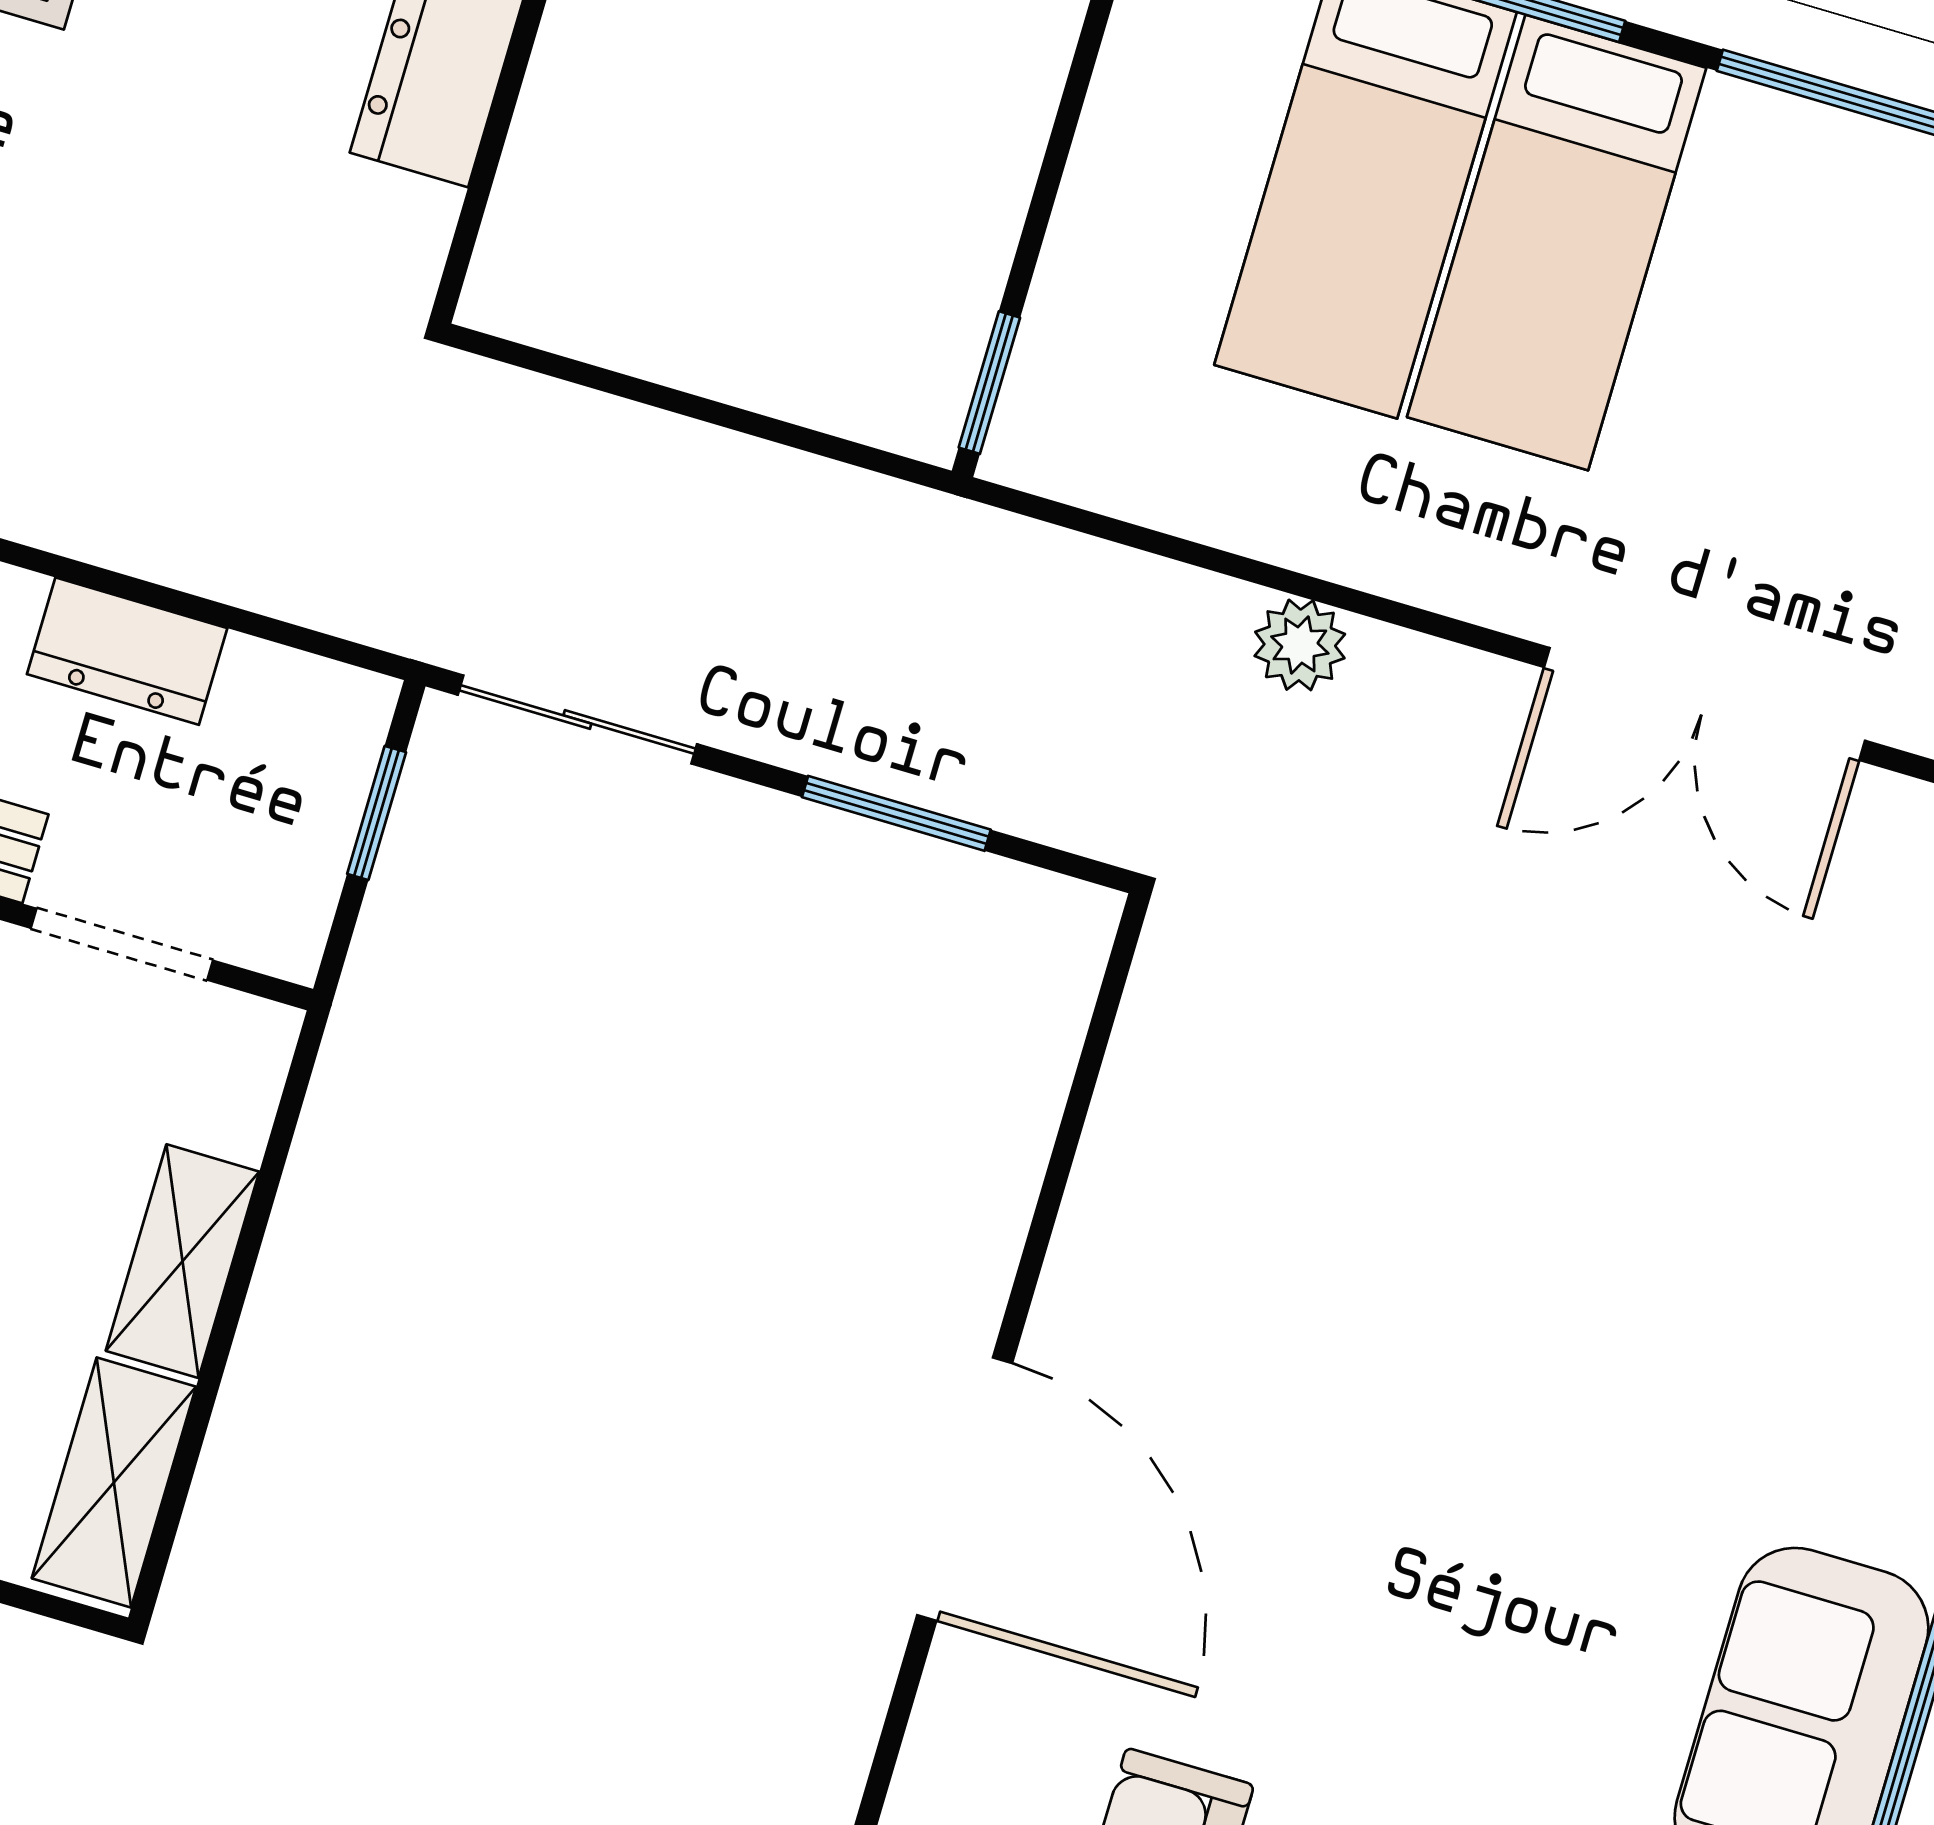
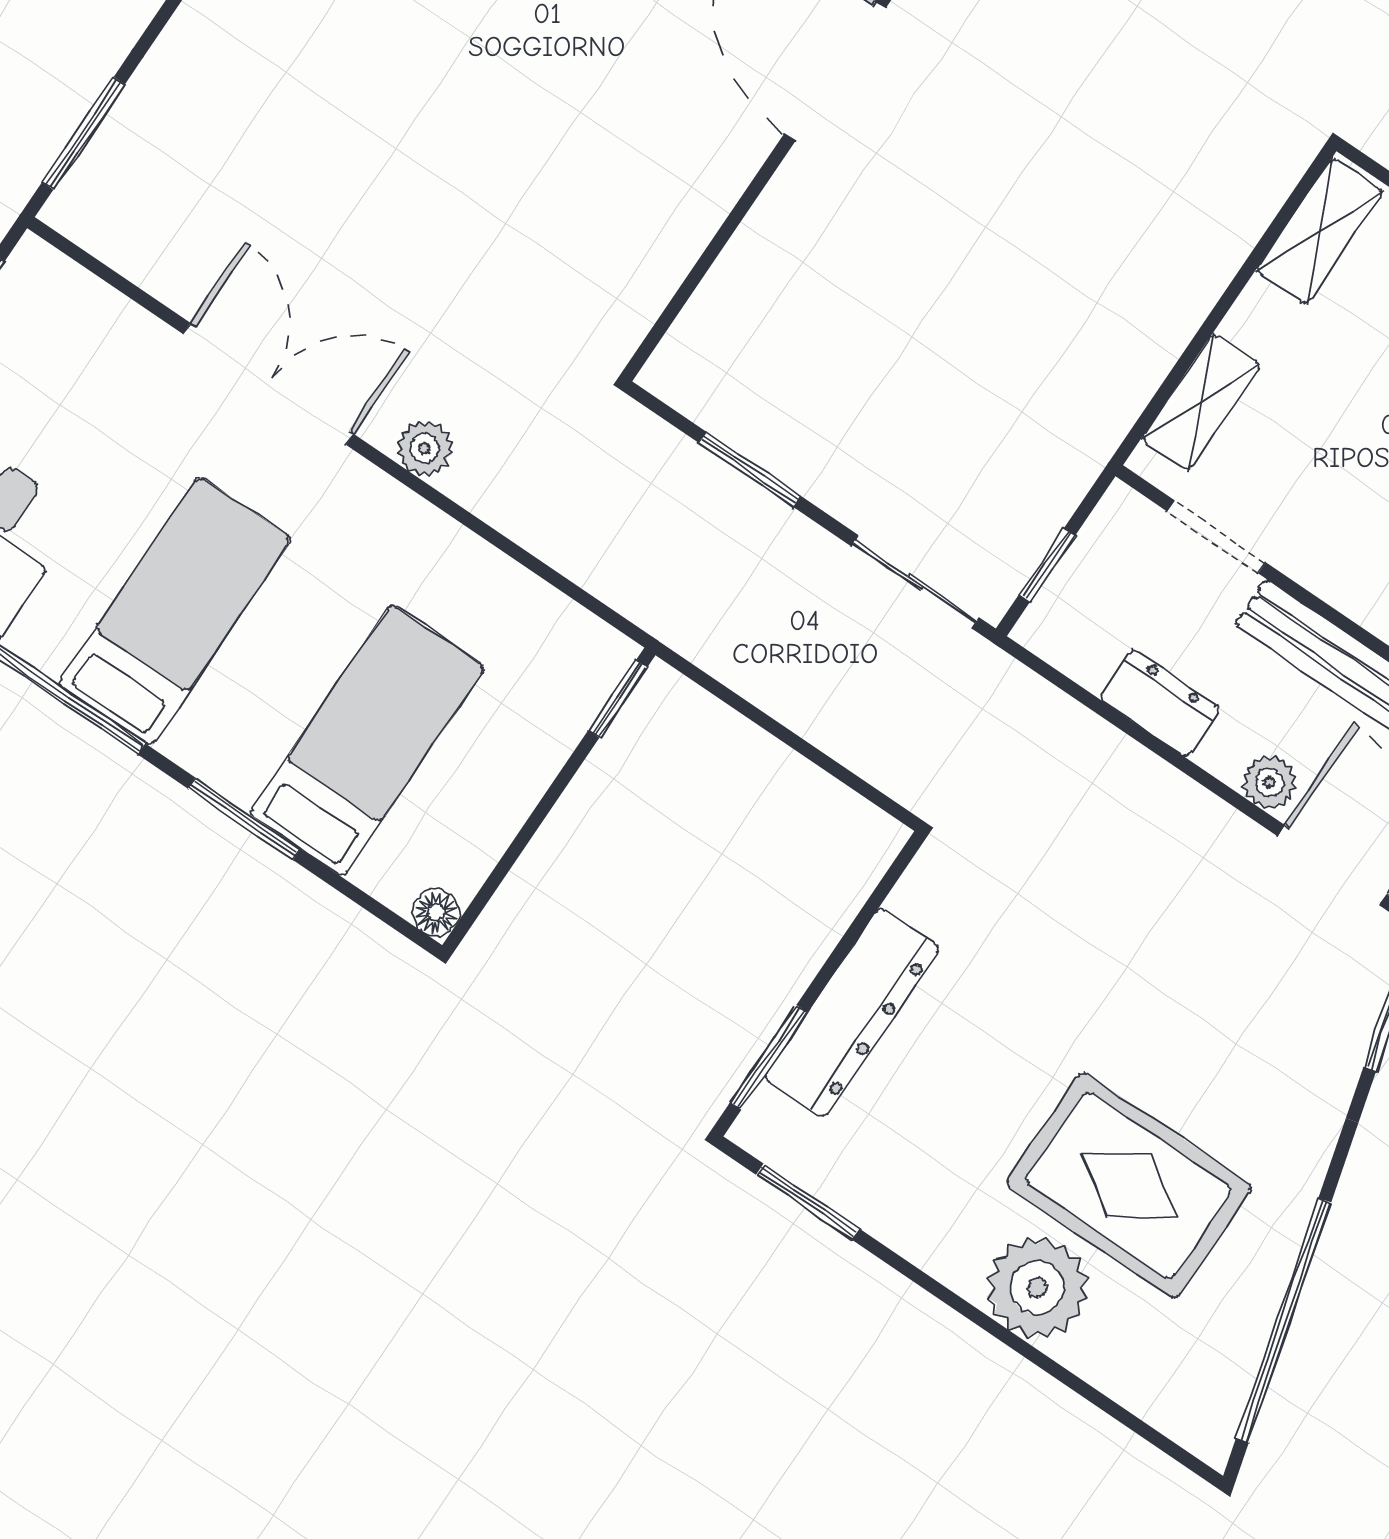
bed: (1557, 242) -> (175, 611), moved
plant: (1300, 645) -> (425, 448), moved
shelving: (183, 1261) -> (1201, 402), moved

